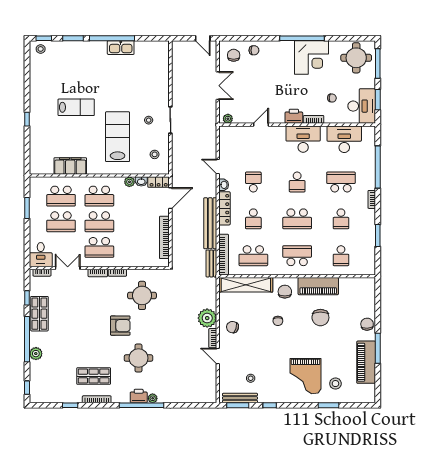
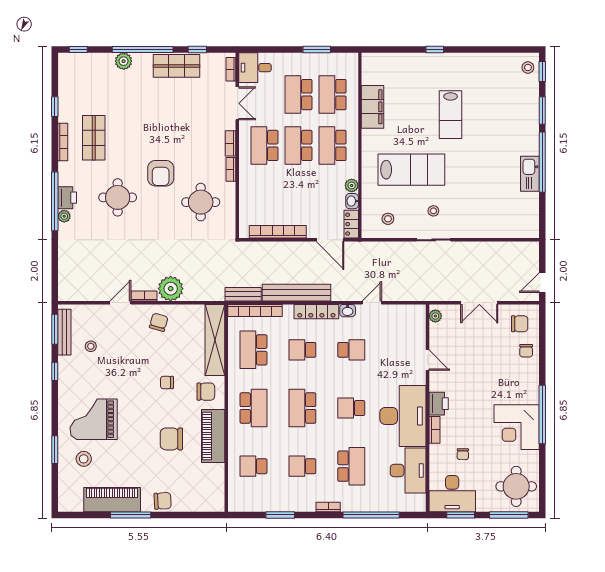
desk: (303, 139) -> (403, 416), width x1.36, depth x1.30

